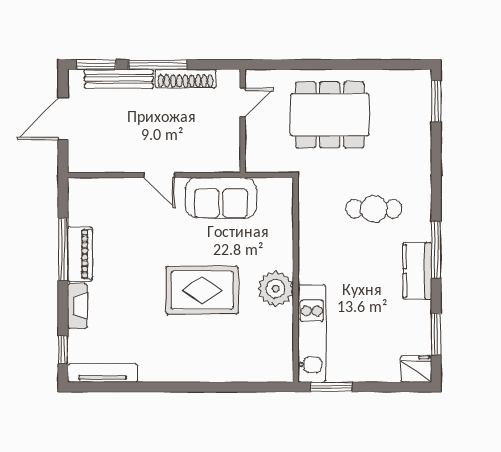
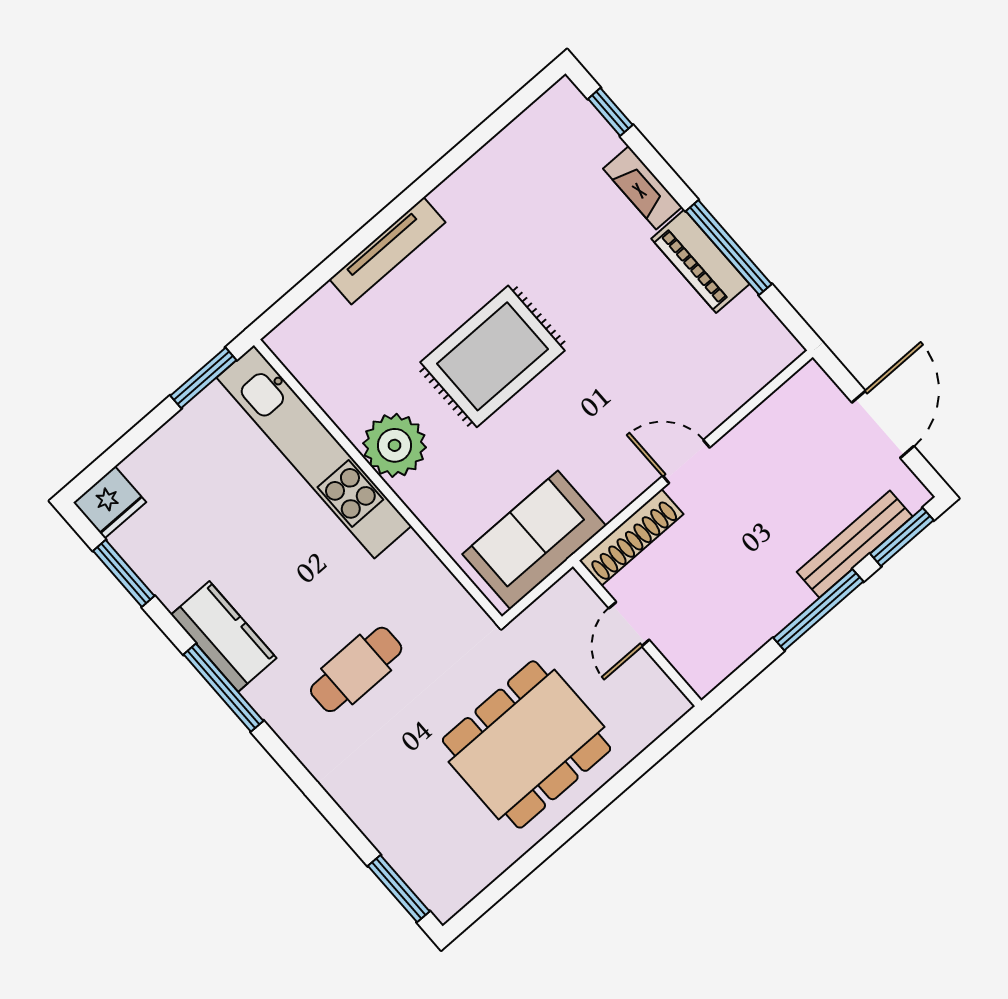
shoe rack: (185, 79) -> (631, 537), moved, turned 180
door: (243, 103) -> (629, 624), moved
sofa: (221, 198) -> (534, 540), moved
kitchen unit: (312, 333) -> (314, 452), width x1.36
tv unit: (102, 373) -> (387, 251), moved

